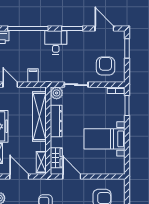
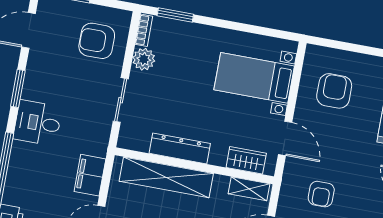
filing cabinet: (33, 76) -> (90, 175), width x2.00
plant: (57, 93) -> (144, 59), moved
bed with nightstands: (105, 139) -> (254, 78), moved, turned 90
door: (72, 176) -> (285, 138), swing flipped

